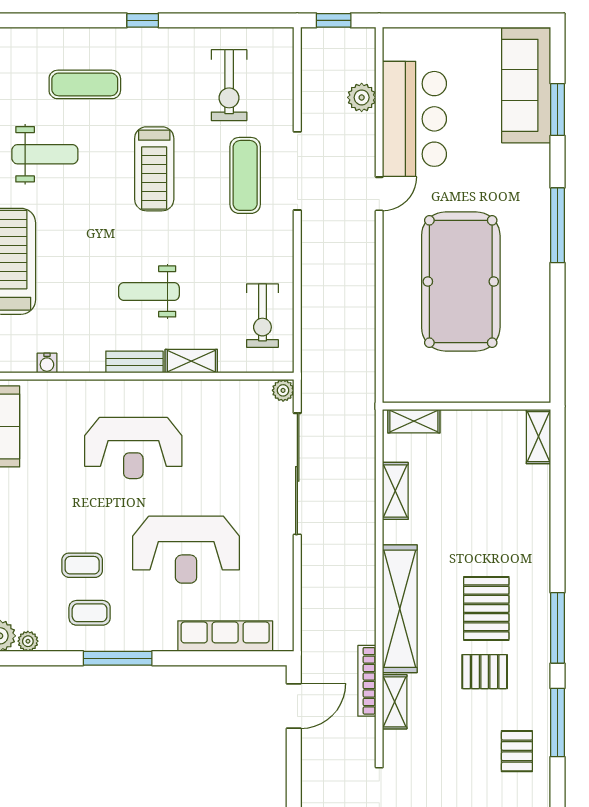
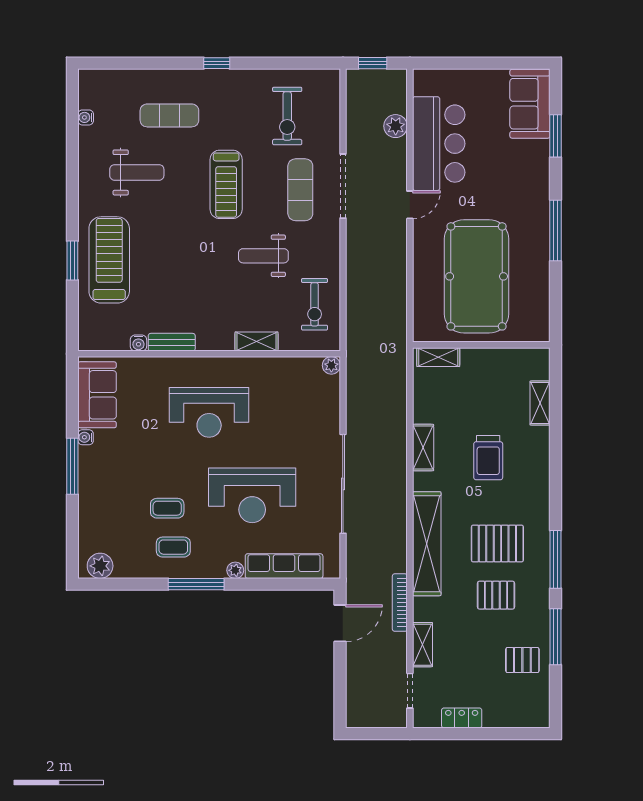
sofa: (526, 85) -> (530, 104), width x0.73
weight bench: (149, 291) -> (263, 256), moved
bench: (134, 362) -> (172, 342), moved
wall: (467, 406) -> (481, 345), moved
shelving: (414, 421) -> (438, 357), moved
sliding door: (297, 474) -> (343, 484), moved
trolley: (475, 503) -> (488, 458), added
pallet: (486, 608) -> (497, 543), turned 90
plant: (28, 641) -> (235, 570), moved
shelving: (395, 702) -> (423, 645), moved
pallet: (517, 751) -> (522, 660), turned 90

